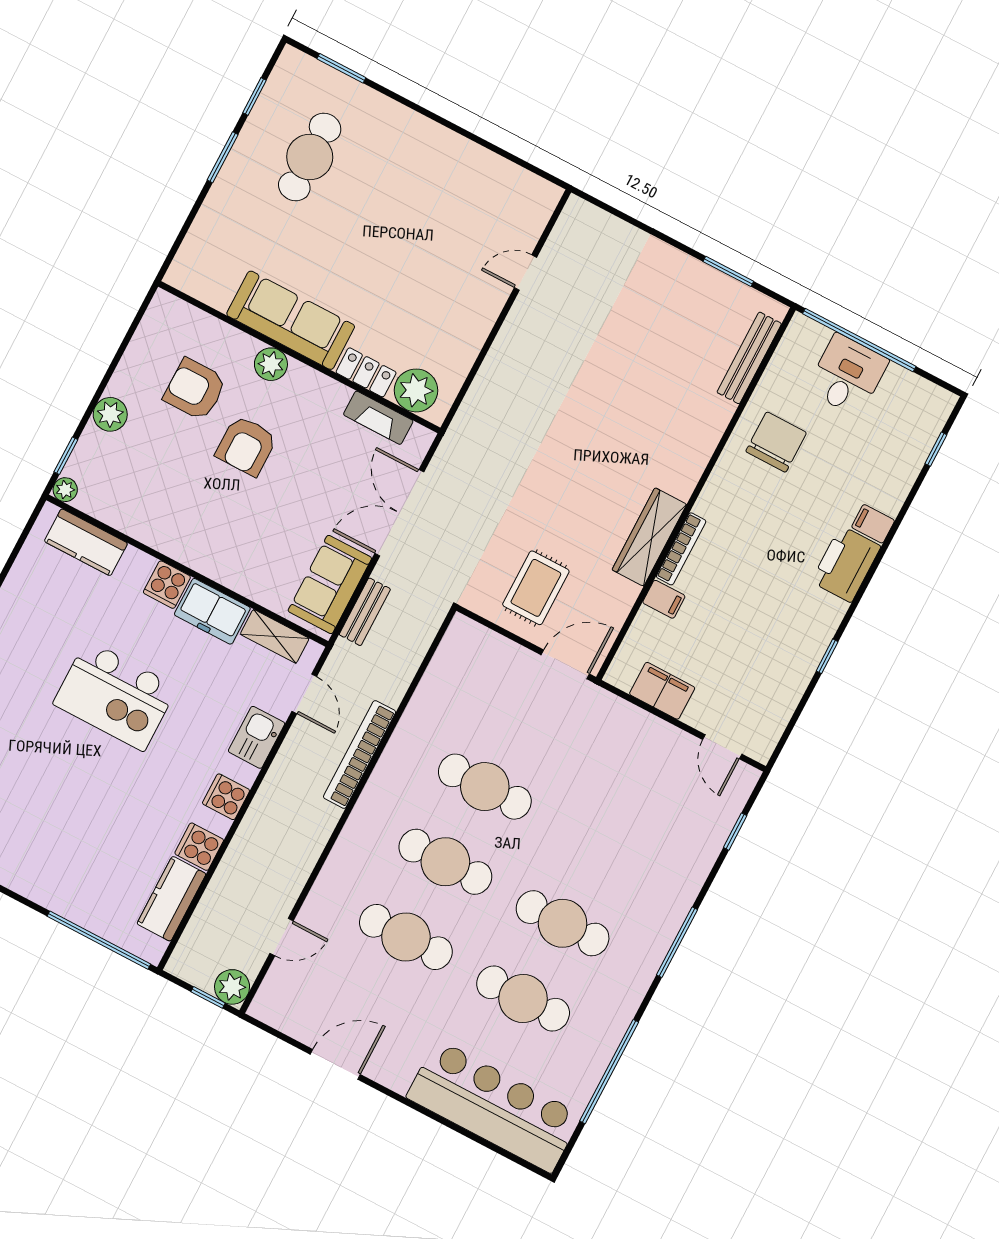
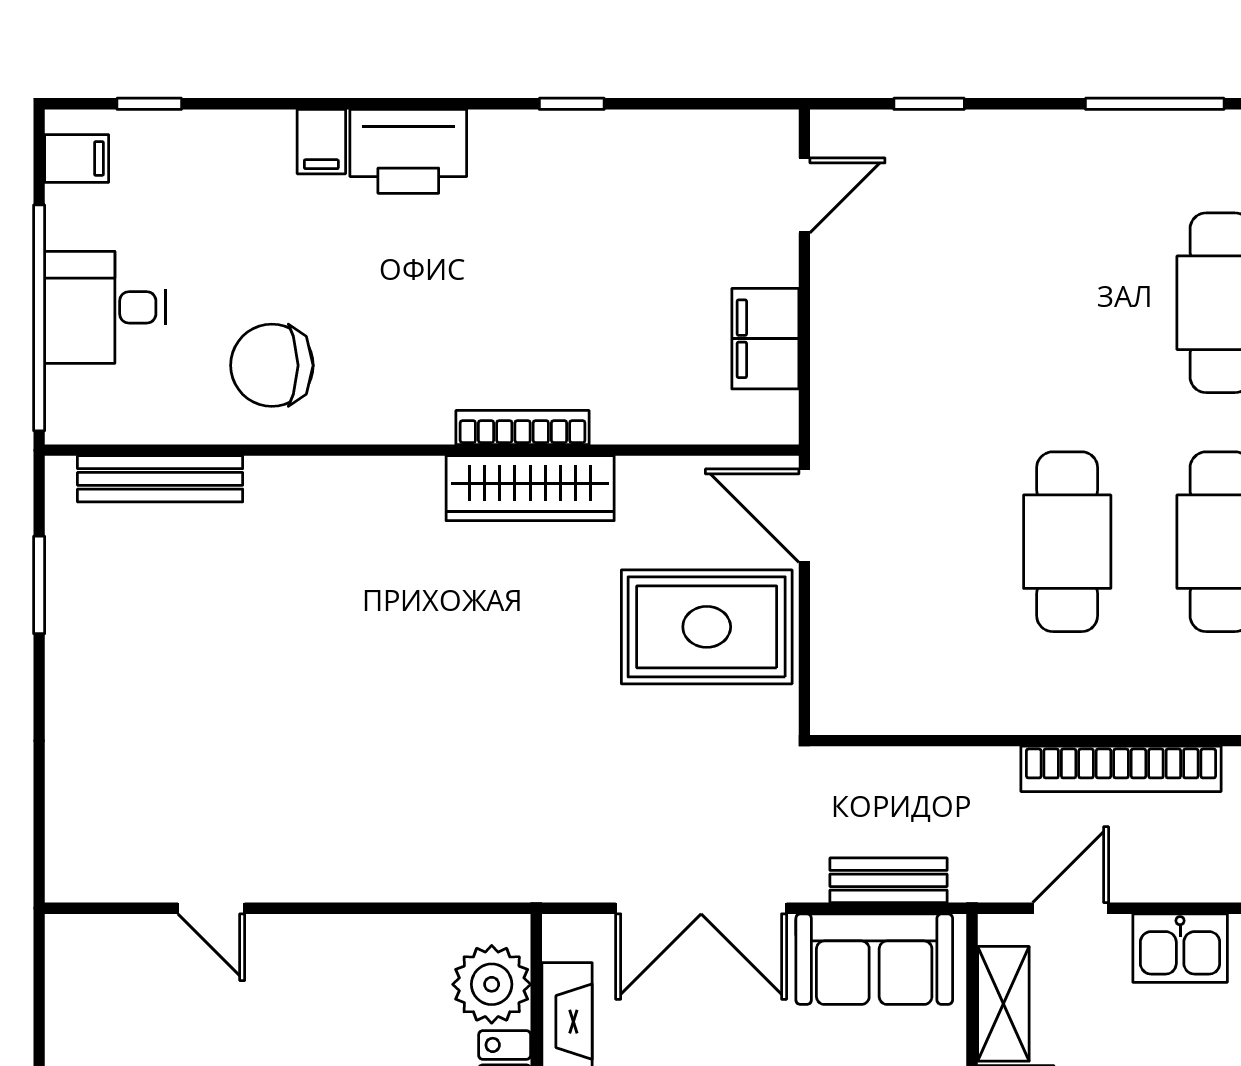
rug: (536, 588) -> (707, 627), width x1.36, depth x1.43
filing cabinet: (664, 599) -> (77, 158), moved, turned 90

